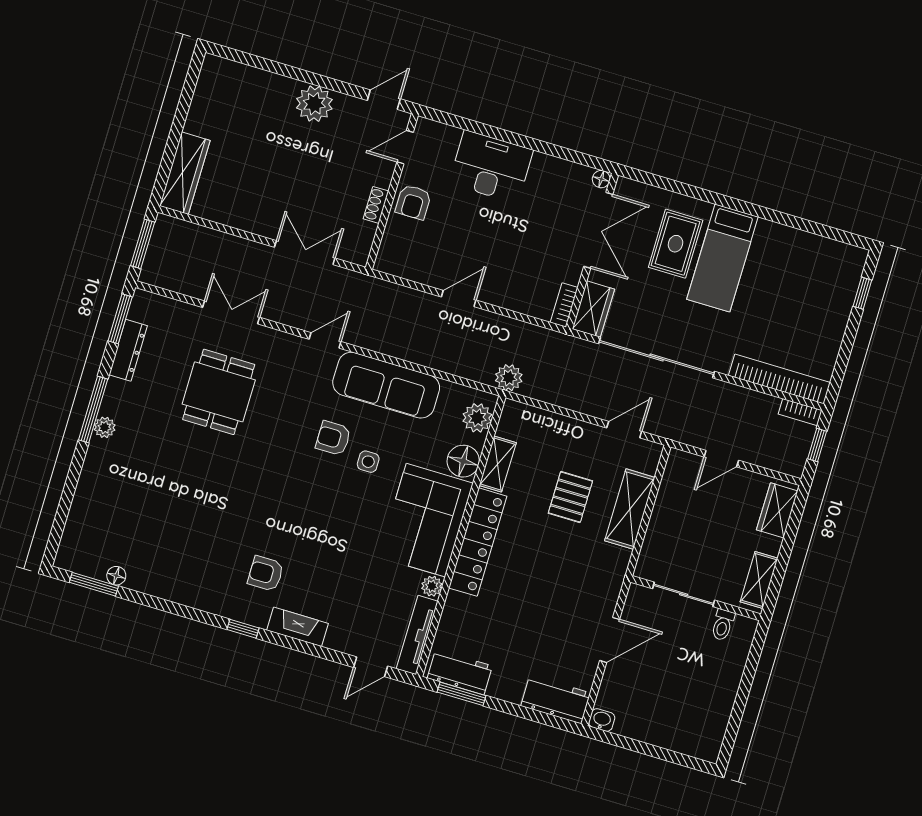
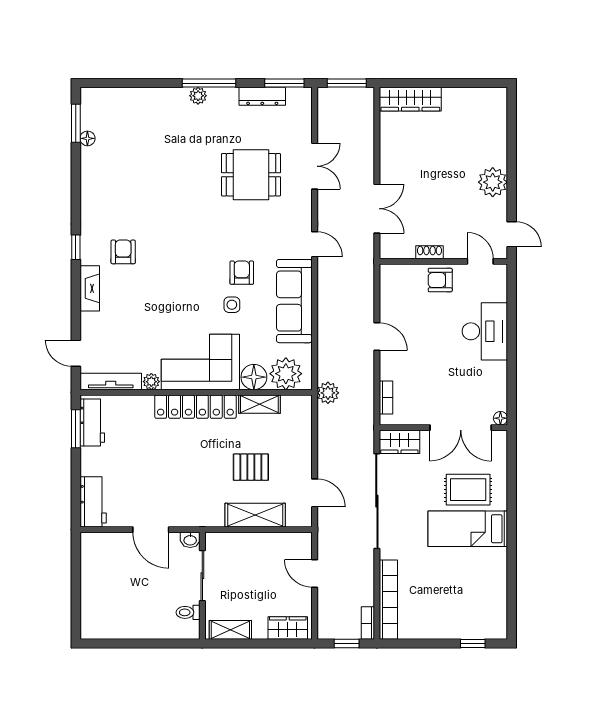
bookcase: (564, 305) -> (386, 397), moved, turned 90
plant: (477, 418) -> (286, 374), width x1.36, depth x1.36
washbasin: (602, 720) -> (190, 540), moved, turned 90

